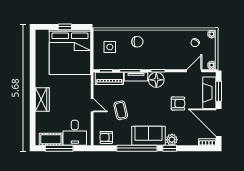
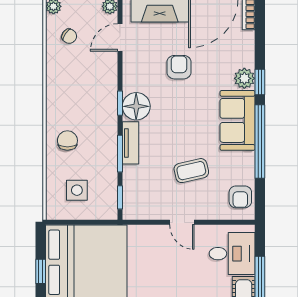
door: (194, 71) -> (120, 38), hinge flipped
piano: (109, 78) -> (134, 191), removed
door: (92, 105) -> (182, 222), swing flipped

